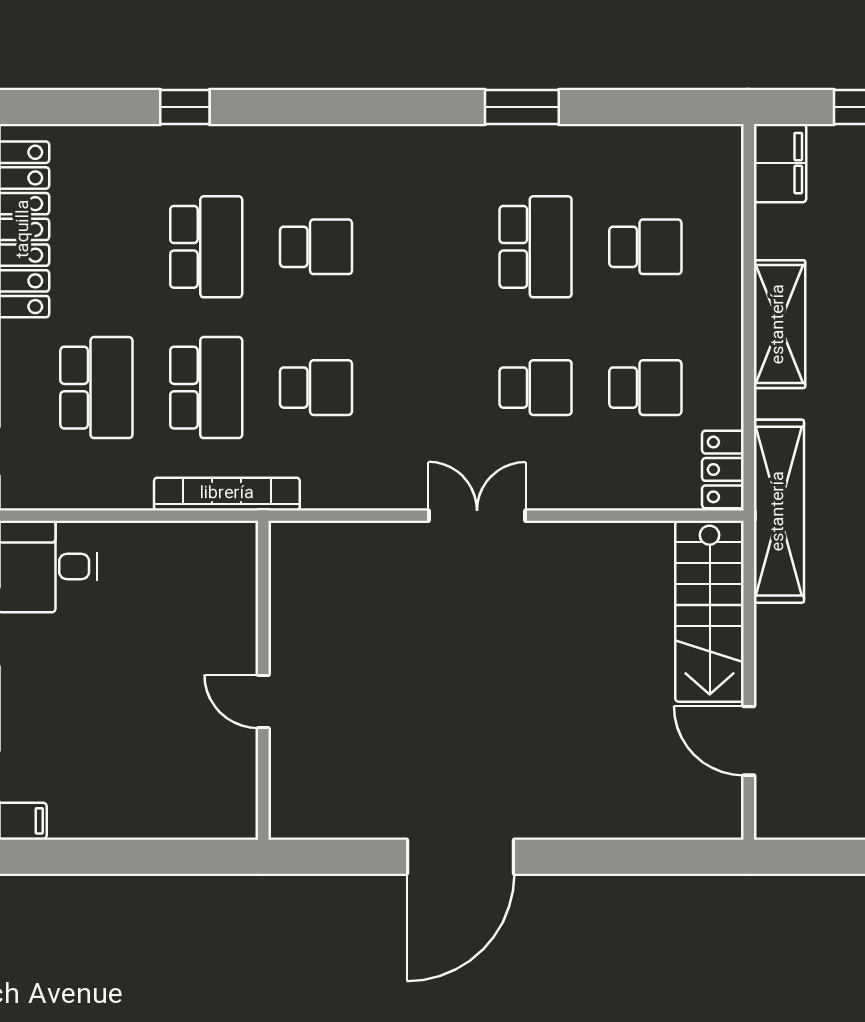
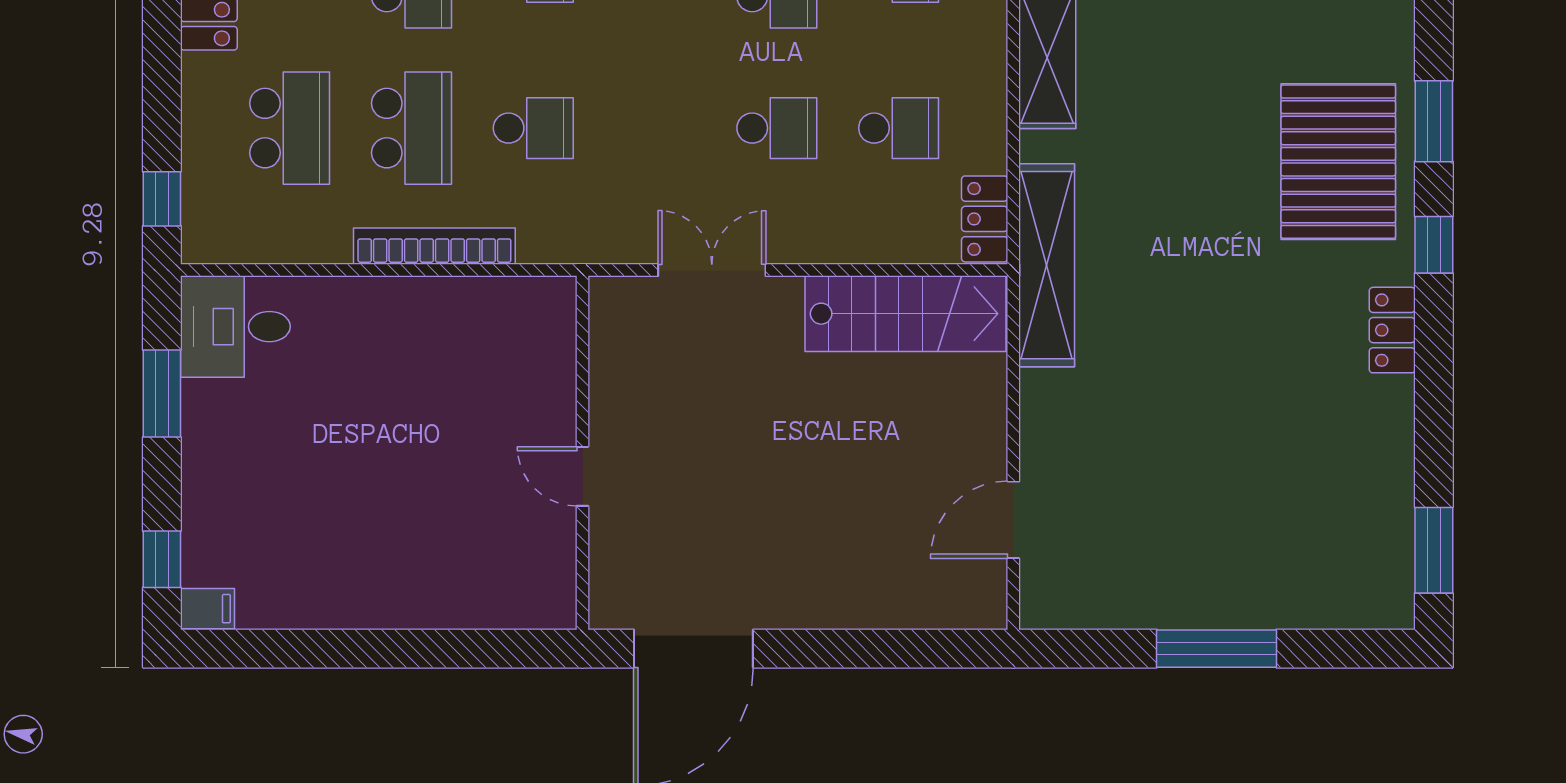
stairs: (710, 611) -> (906, 314), moved, turned -90
wall: (263, 680) -> (582, 453), moved
door: (263, 702) -> (582, 476), moved
door: (749, 741) -> (1013, 520), hinge flipped

